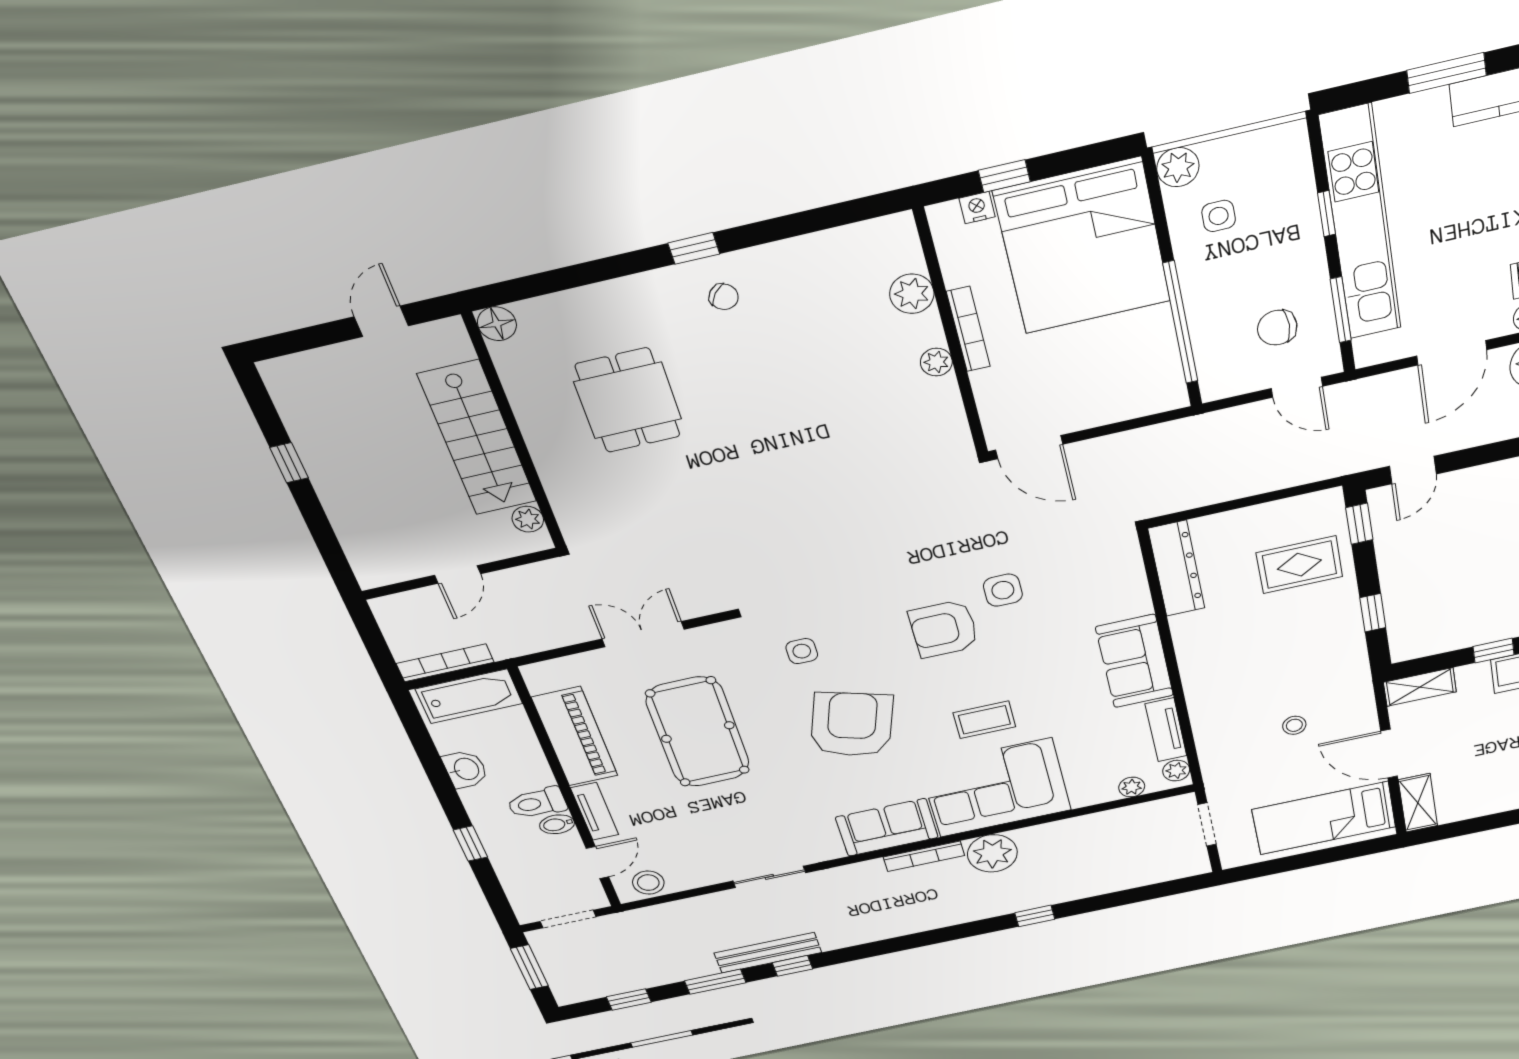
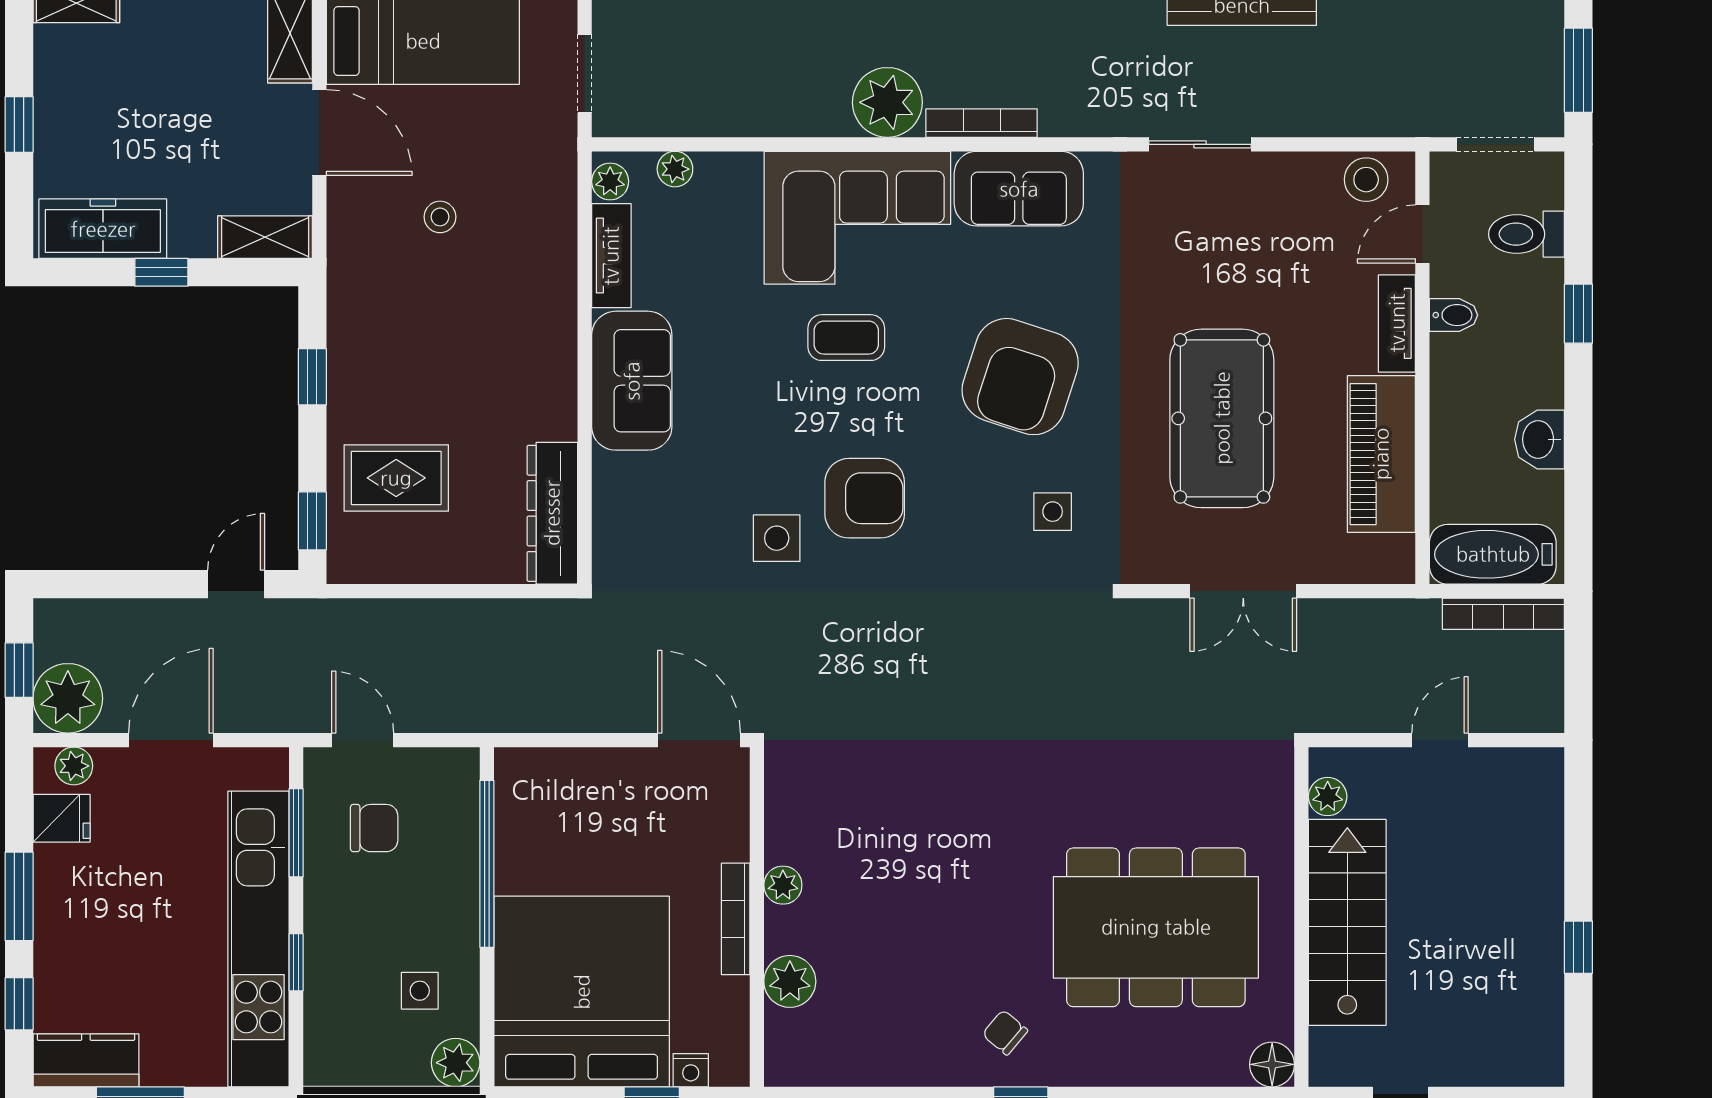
dining table: (628, 400) -> (1156, 927), width x1.88, depth x1.24
toilet: (537, 803) -> (1527, 234), moved, turned 180

